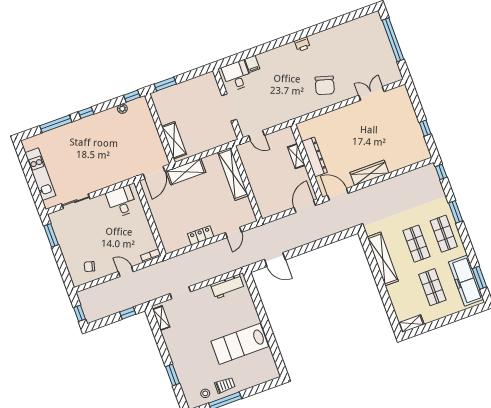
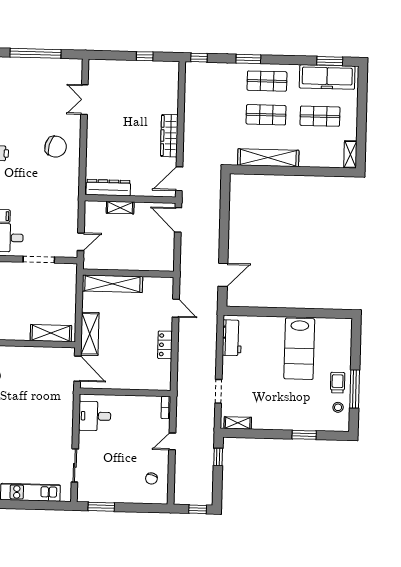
dresser: (315, 157) -> (108, 188), moved

